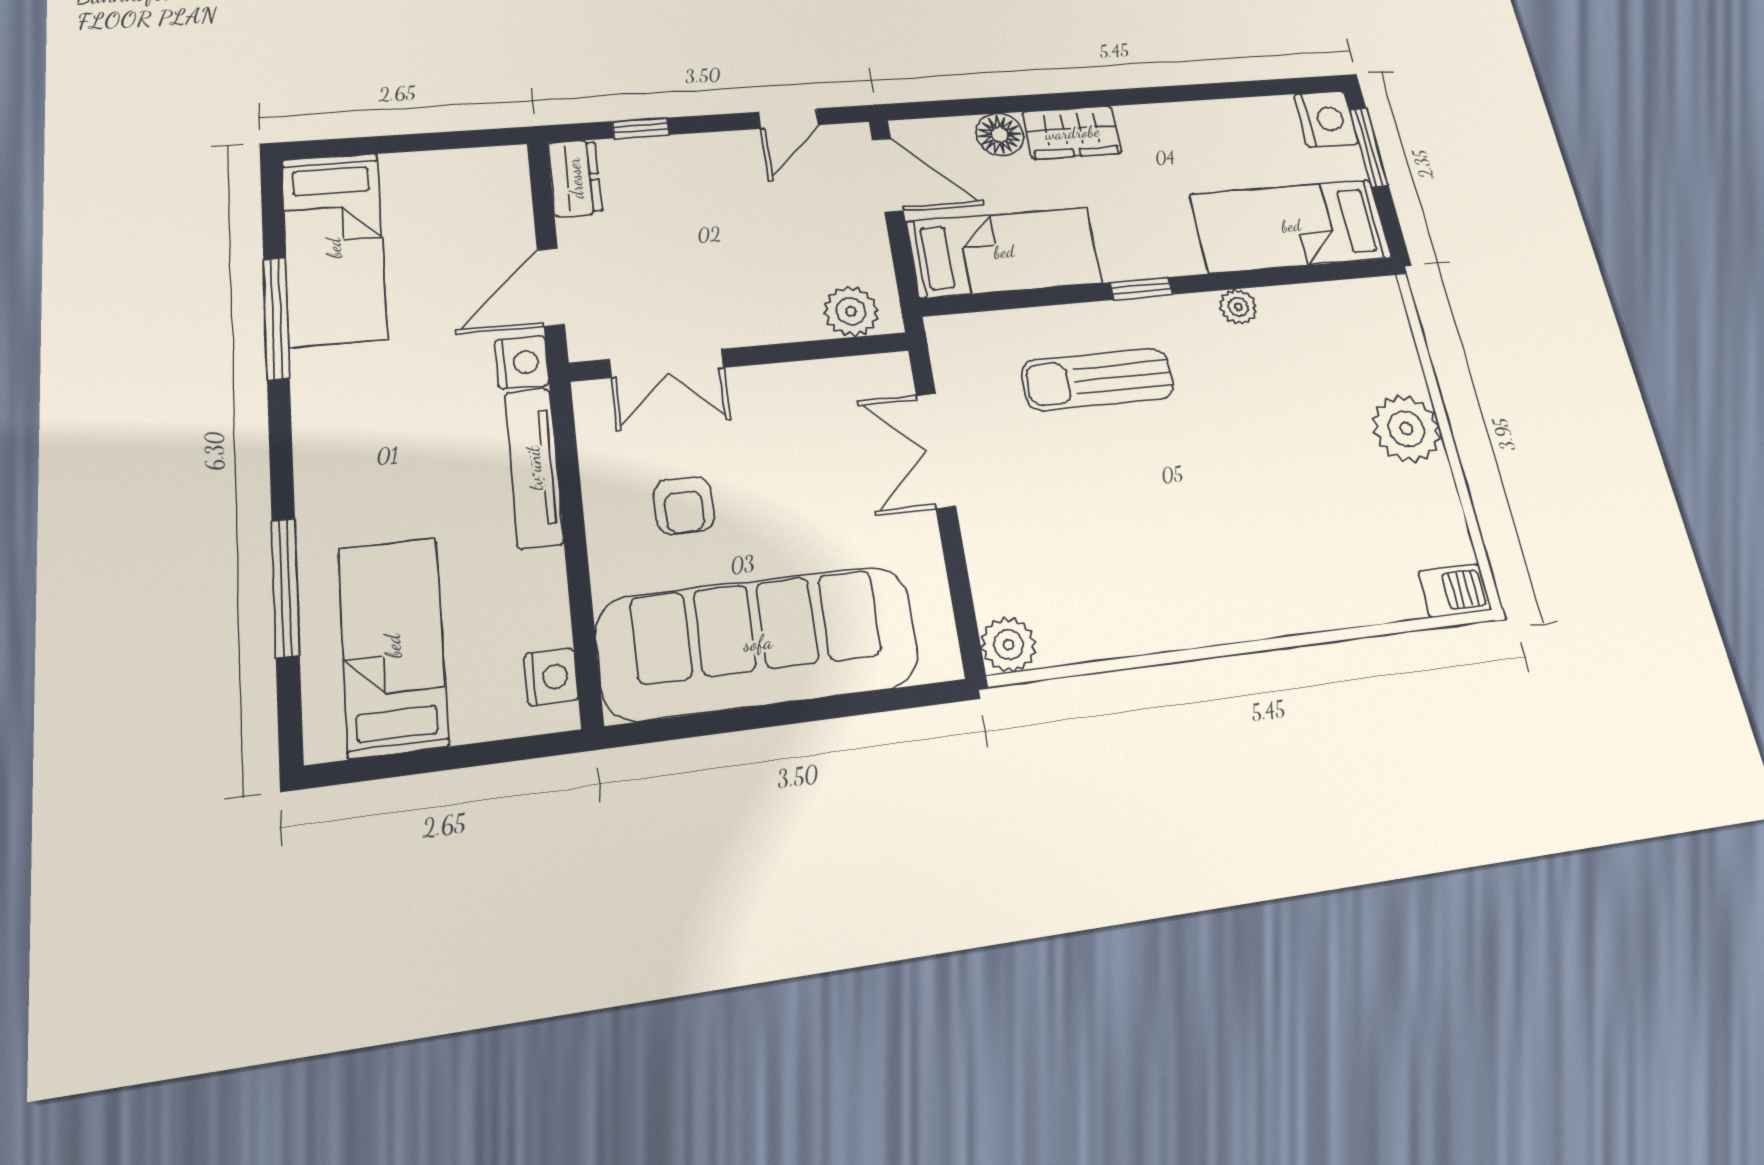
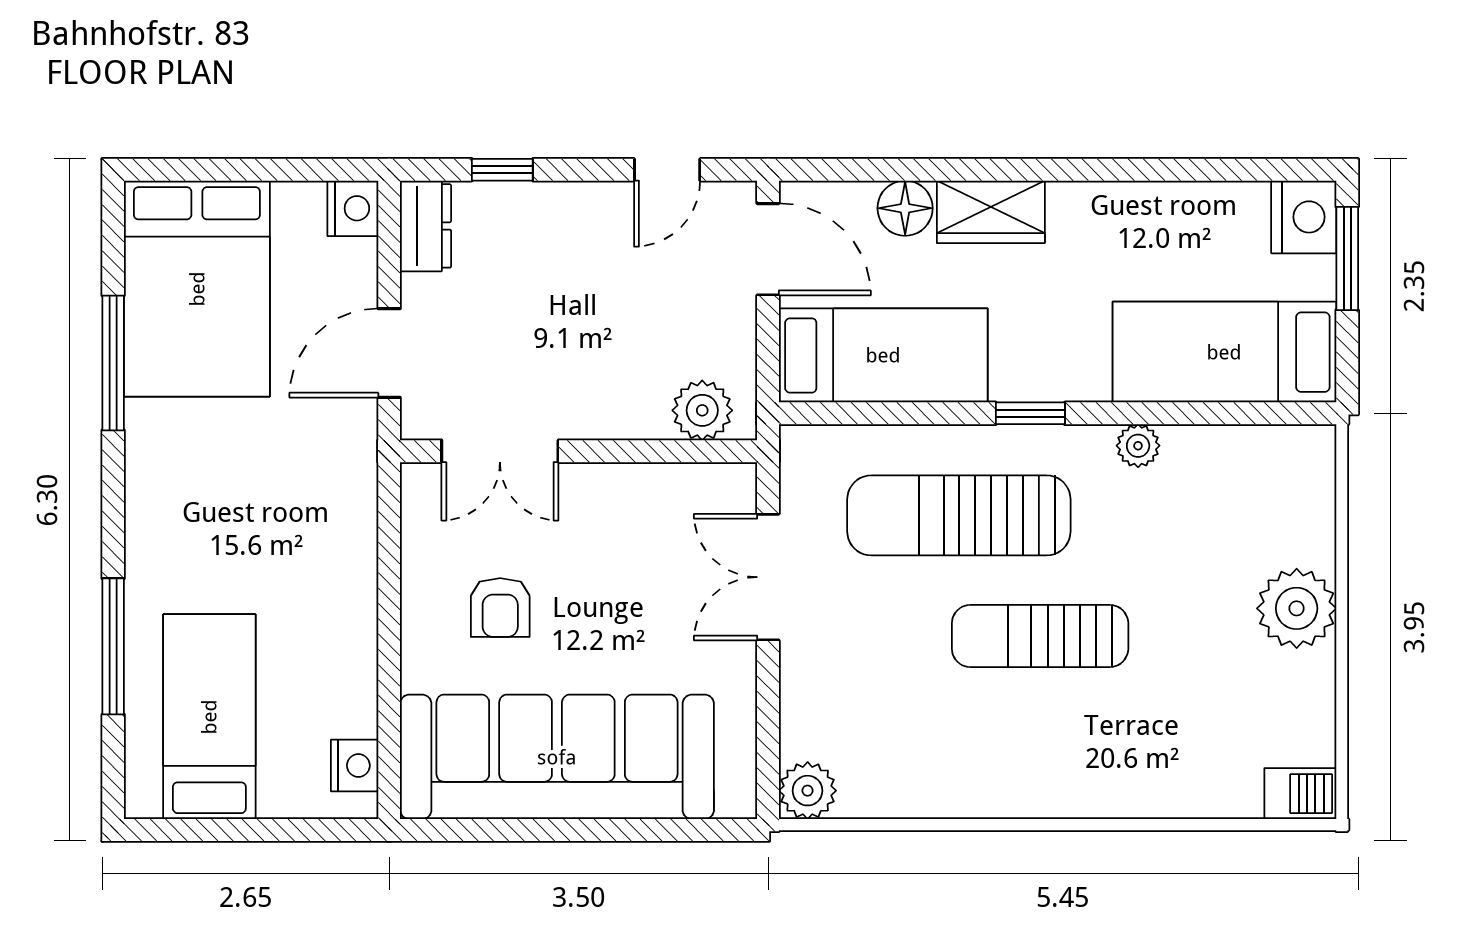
bed: (334, 248) -> (197, 289), width x1.50
nightstand: (522, 362) -> (353, 208), moved
sun lounger: (1098, 379) -> (959, 515), width x1.36, depth x1.34
tv unit: (534, 468) -> (356, 551), removed
sun lounger: (1192, 476) -> (1040, 636), added

